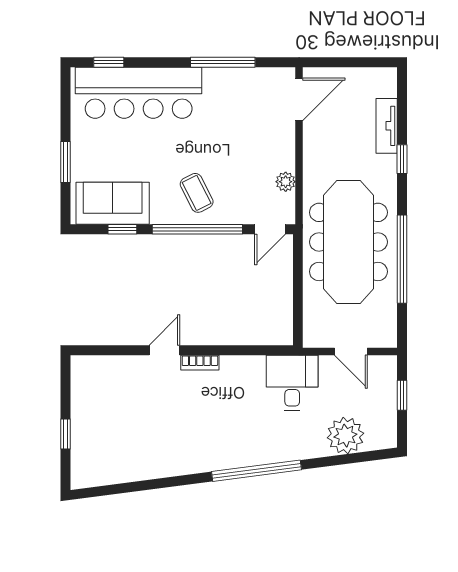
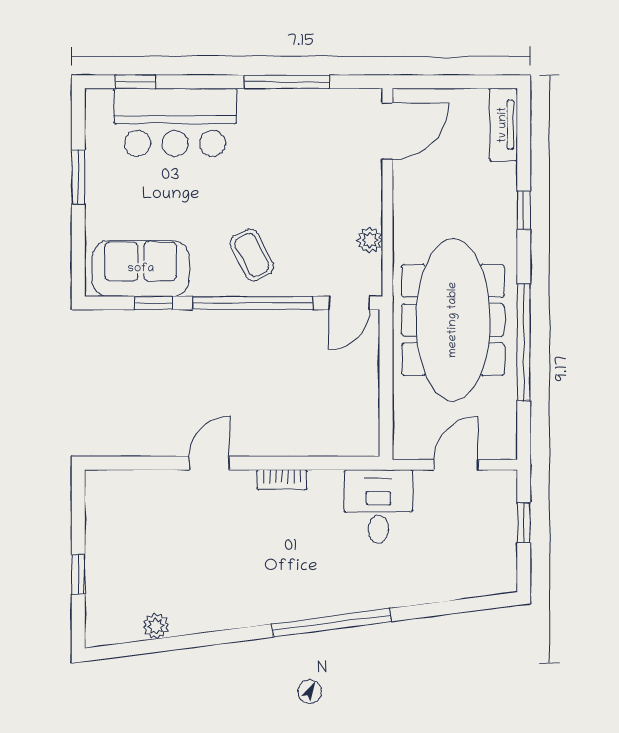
bar counter: (139, 93) -> (175, 122), width x0.73
tv unit: (387, 126) -> (503, 125), moved
window: (66, 162) -> (78, 177), moved
door: (351, 351) -> (456, 465), swing flipped
bookcase: (200, 363) -> (282, 480), moved
plant: (345, 436) -> (156, 626), moved, width x0.53, depth x0.53

